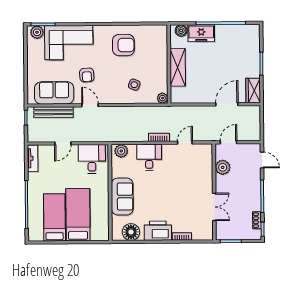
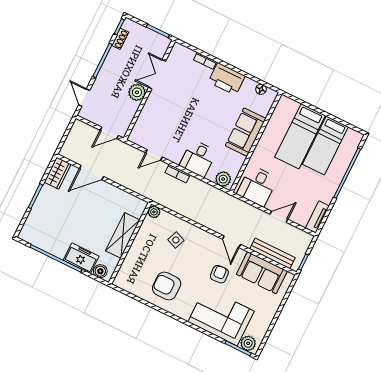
plant: (223, 167) -> (137, 92), moved
floor lamp: (131, 232) -> (261, 89), width x0.53, depth x0.53

